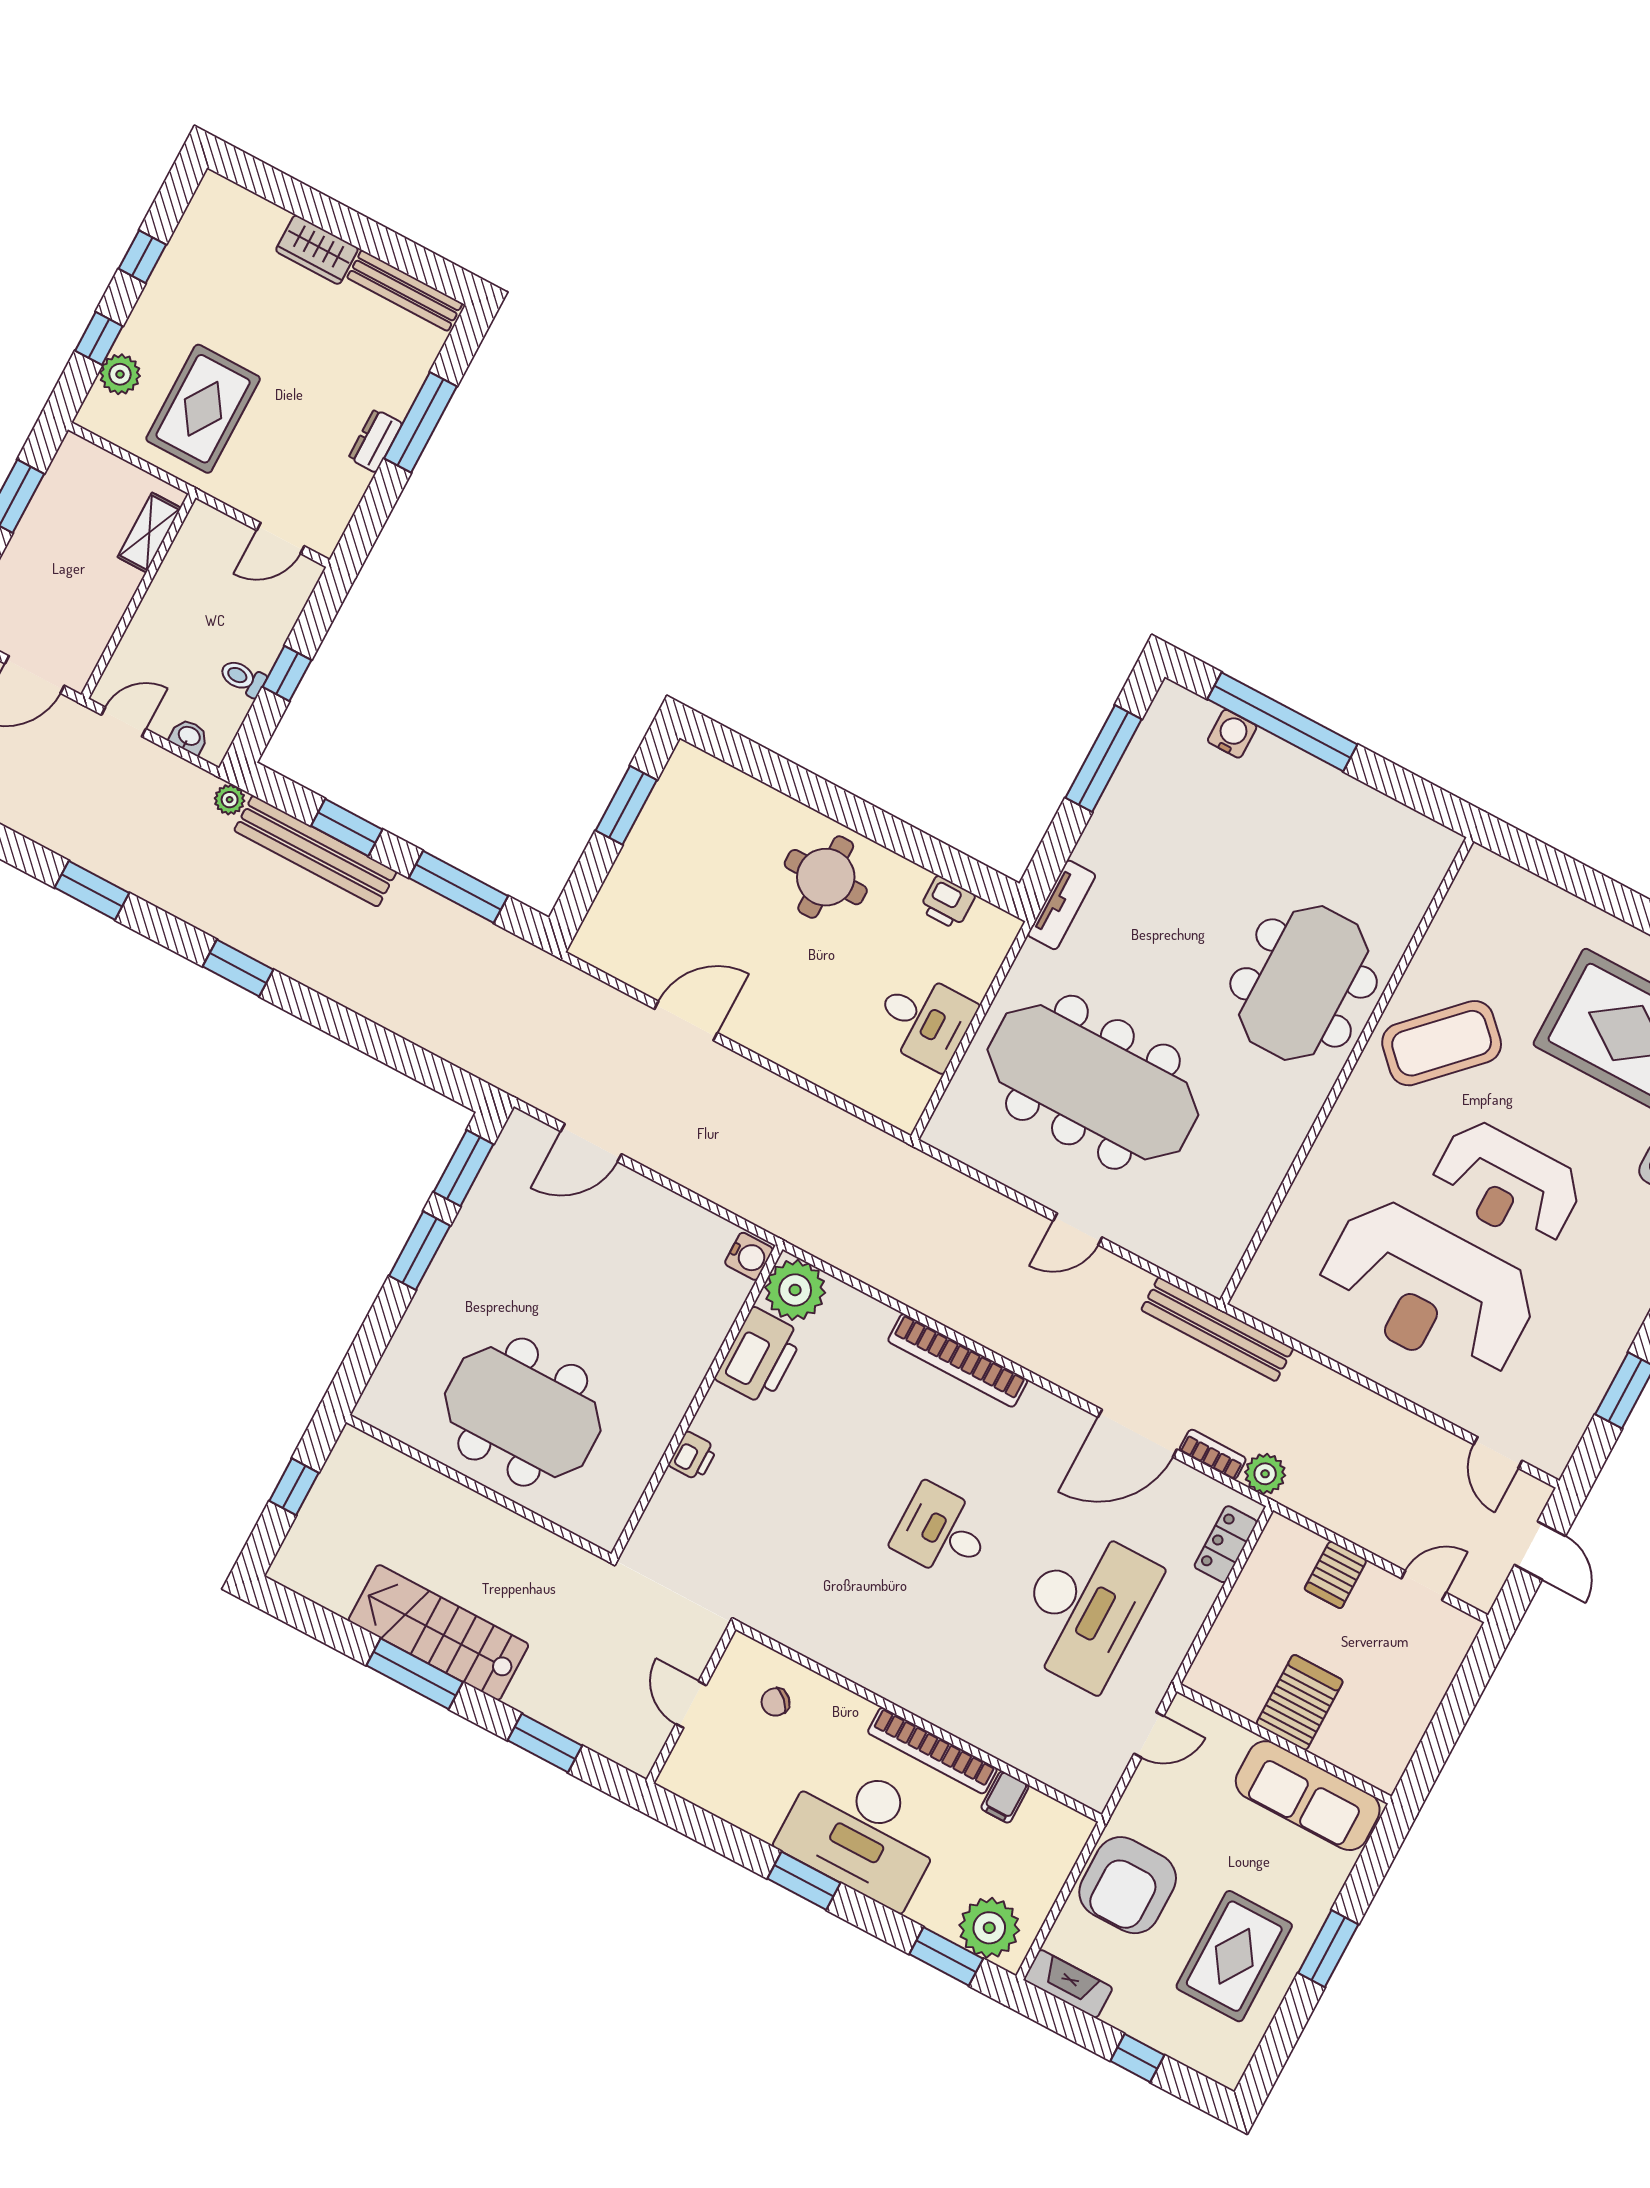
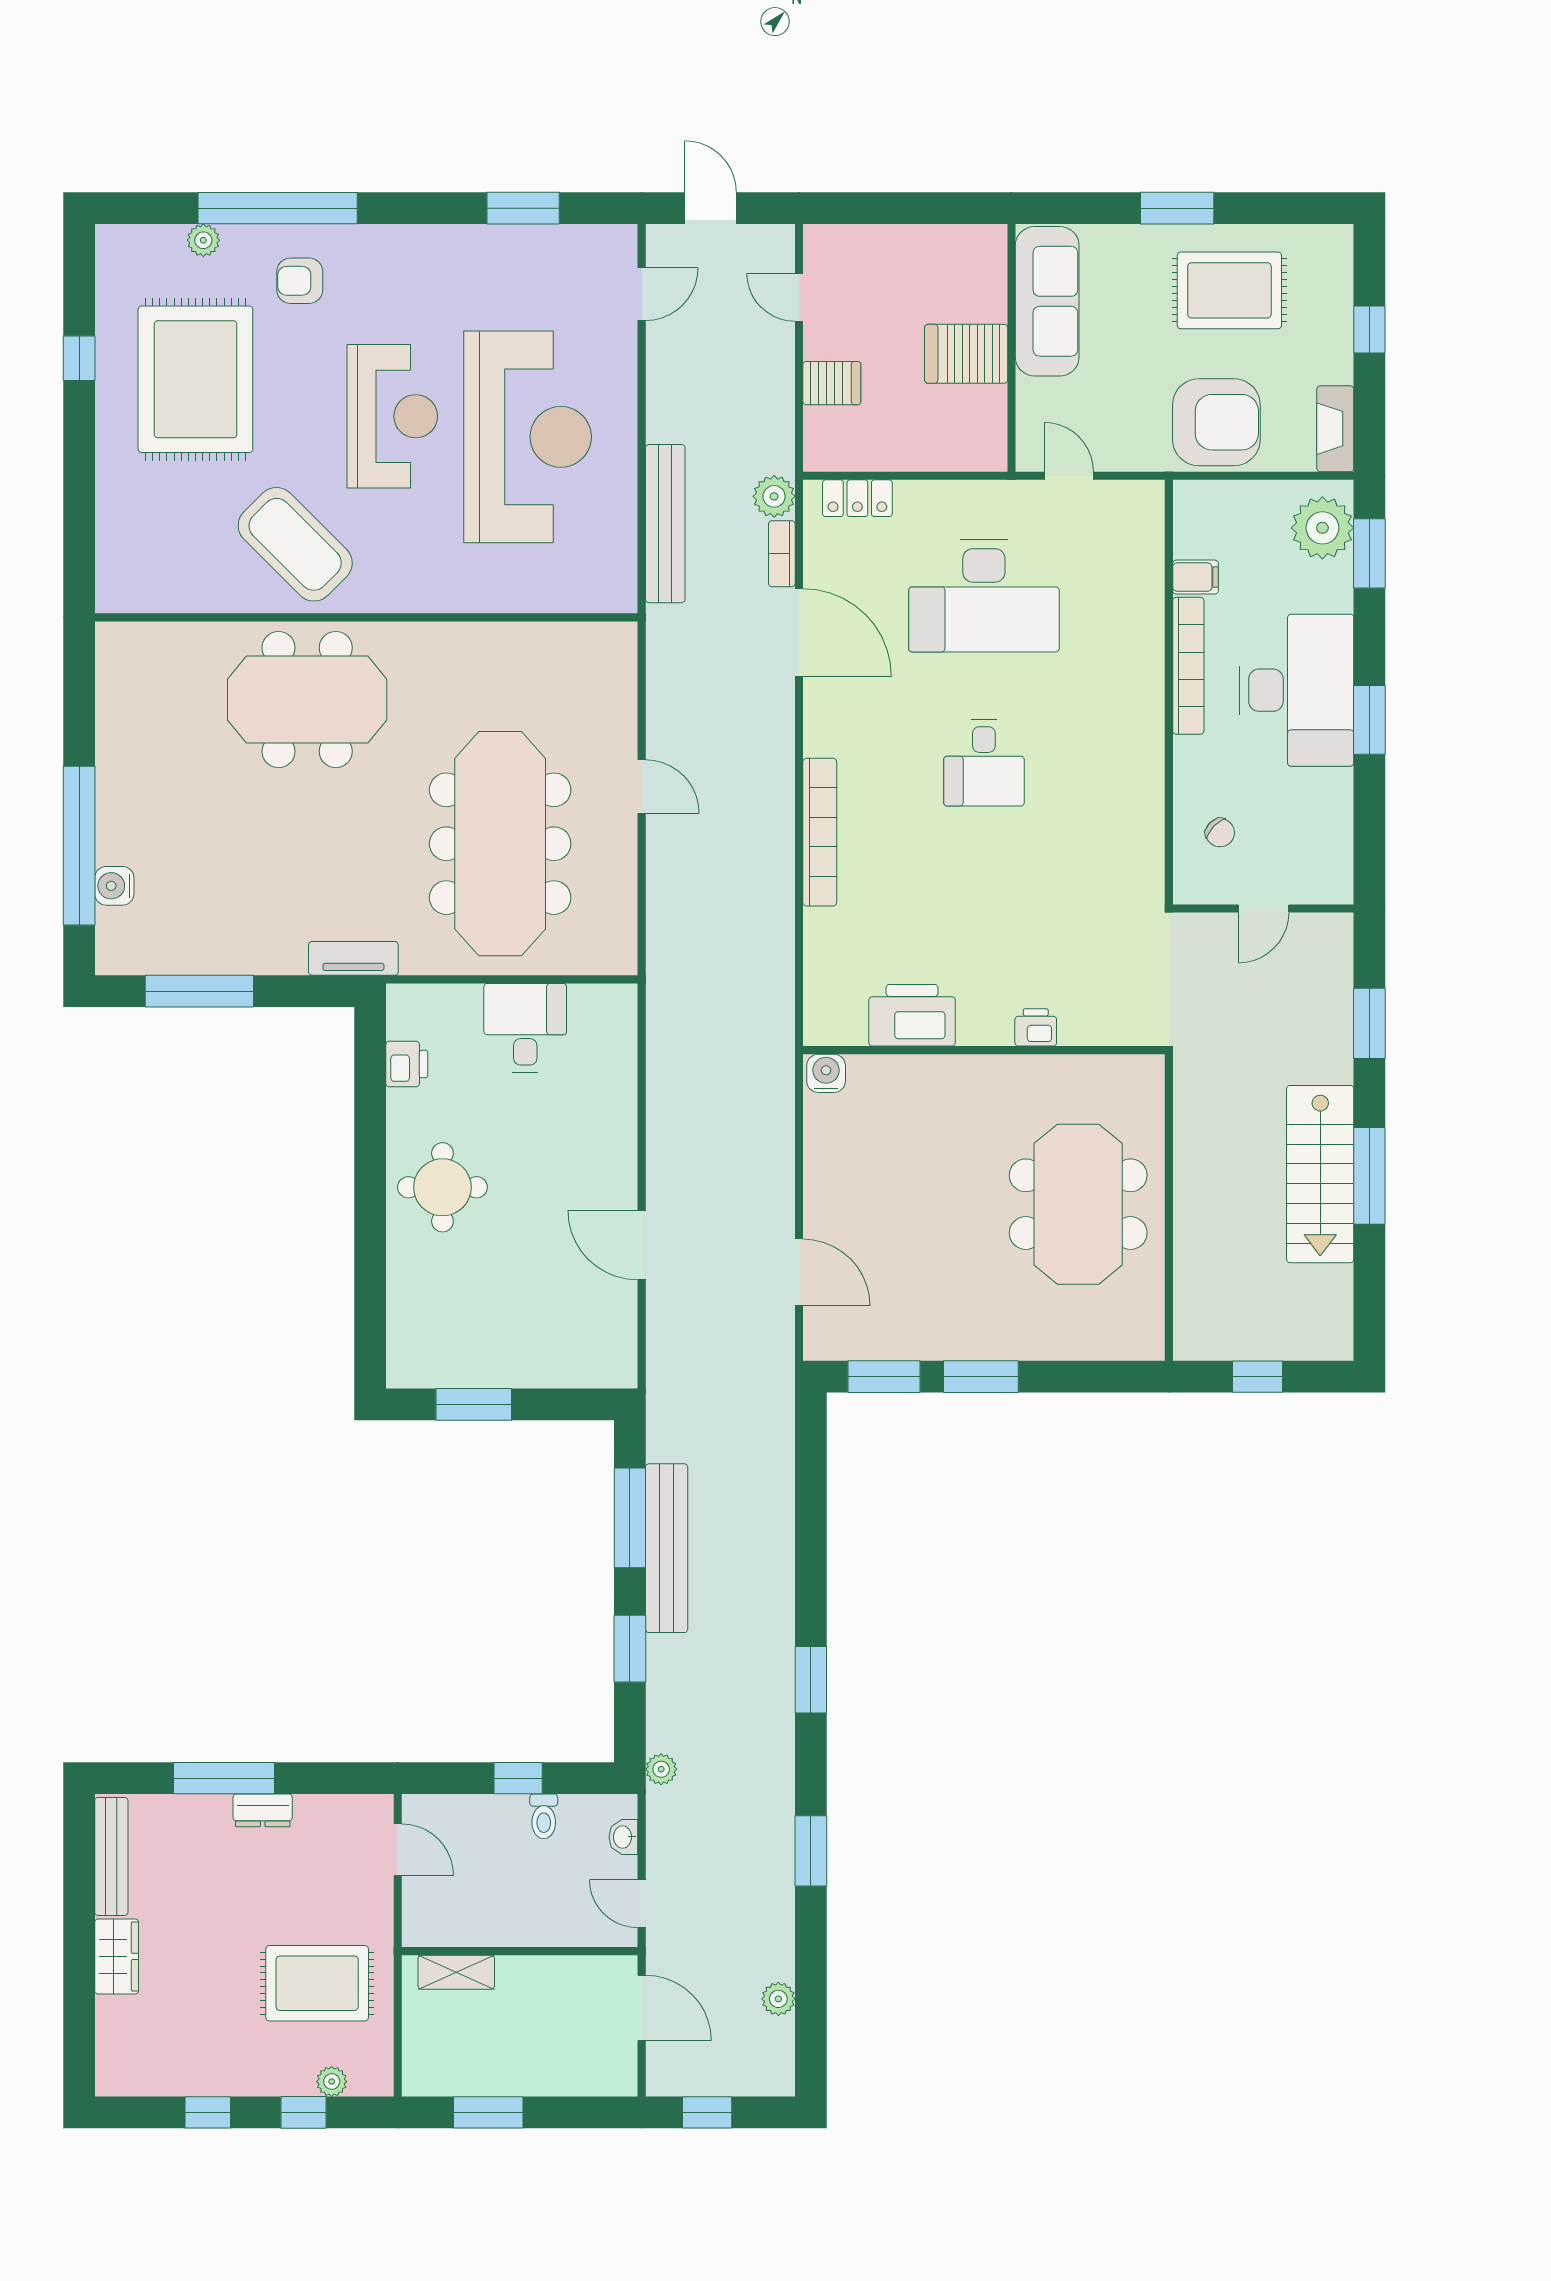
plant: (120, 374) -> (332, 2082), width x0.73, depth x0.73
bench: (315, 851) -> (667, 1548), moved
plant: (795, 1290) -> (834, 1015), removed
bench: (1217, 1329) -> (665, 524), moved
door: (1540, 1550) -> (711, 208), hinge flipped
desk: (1085, 1608) -> (984, 596), turned 180

